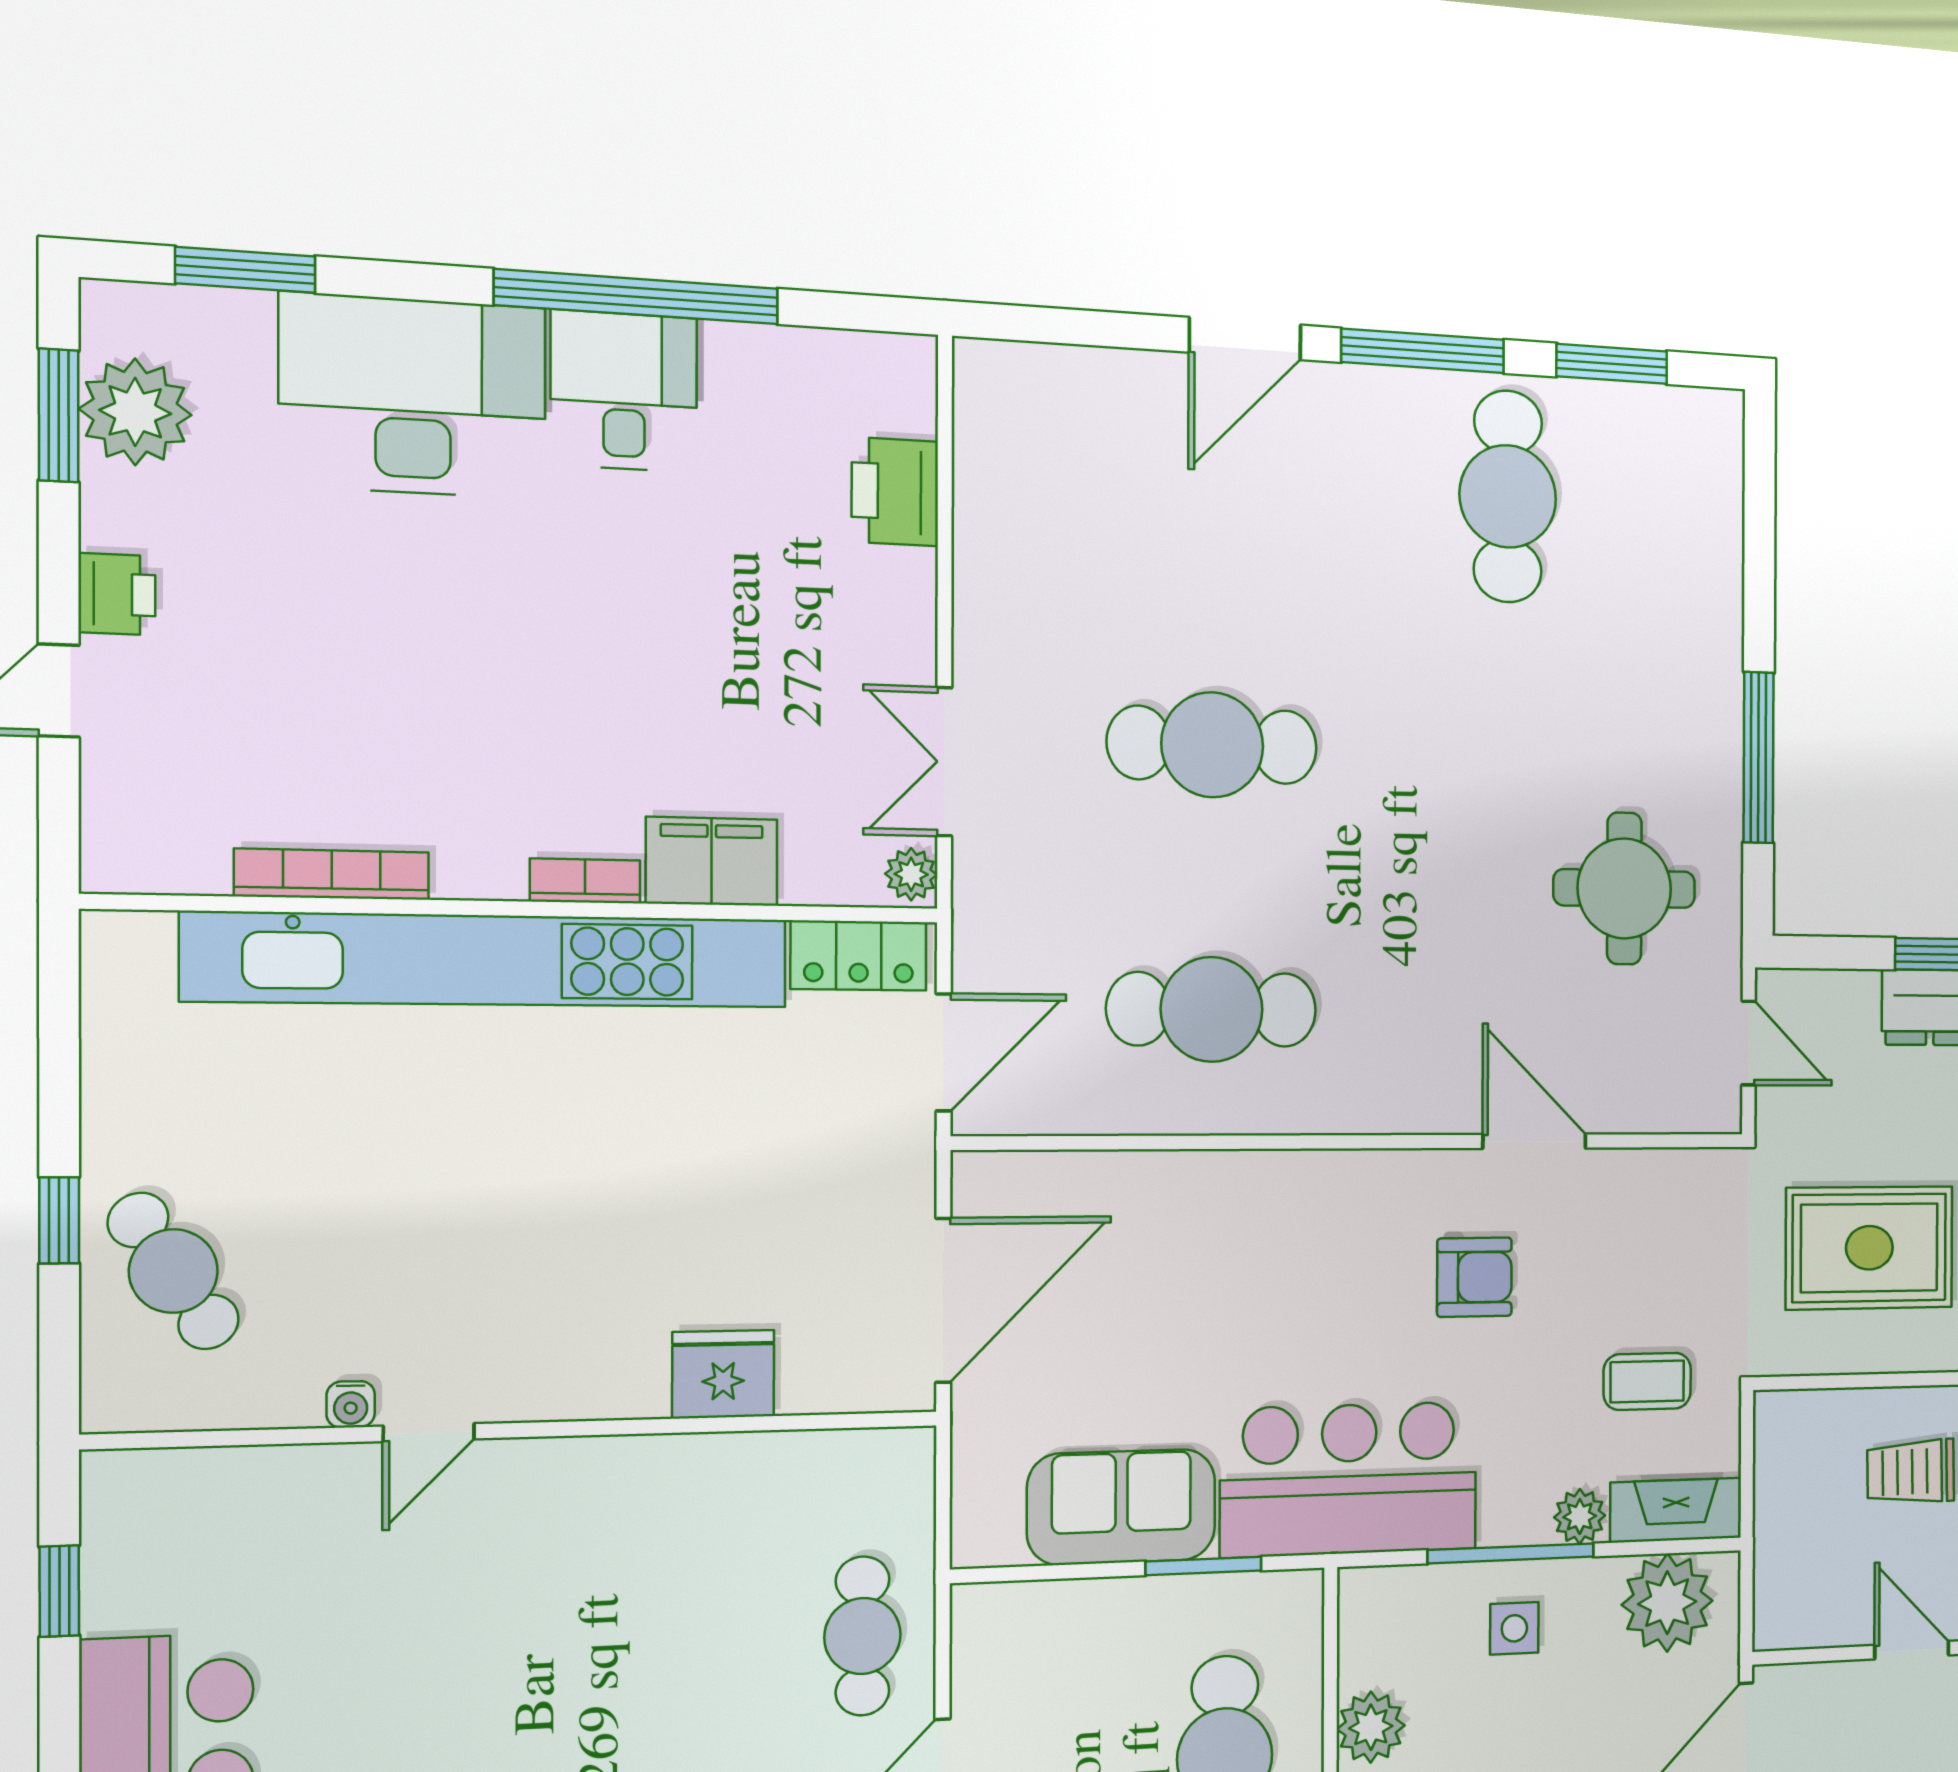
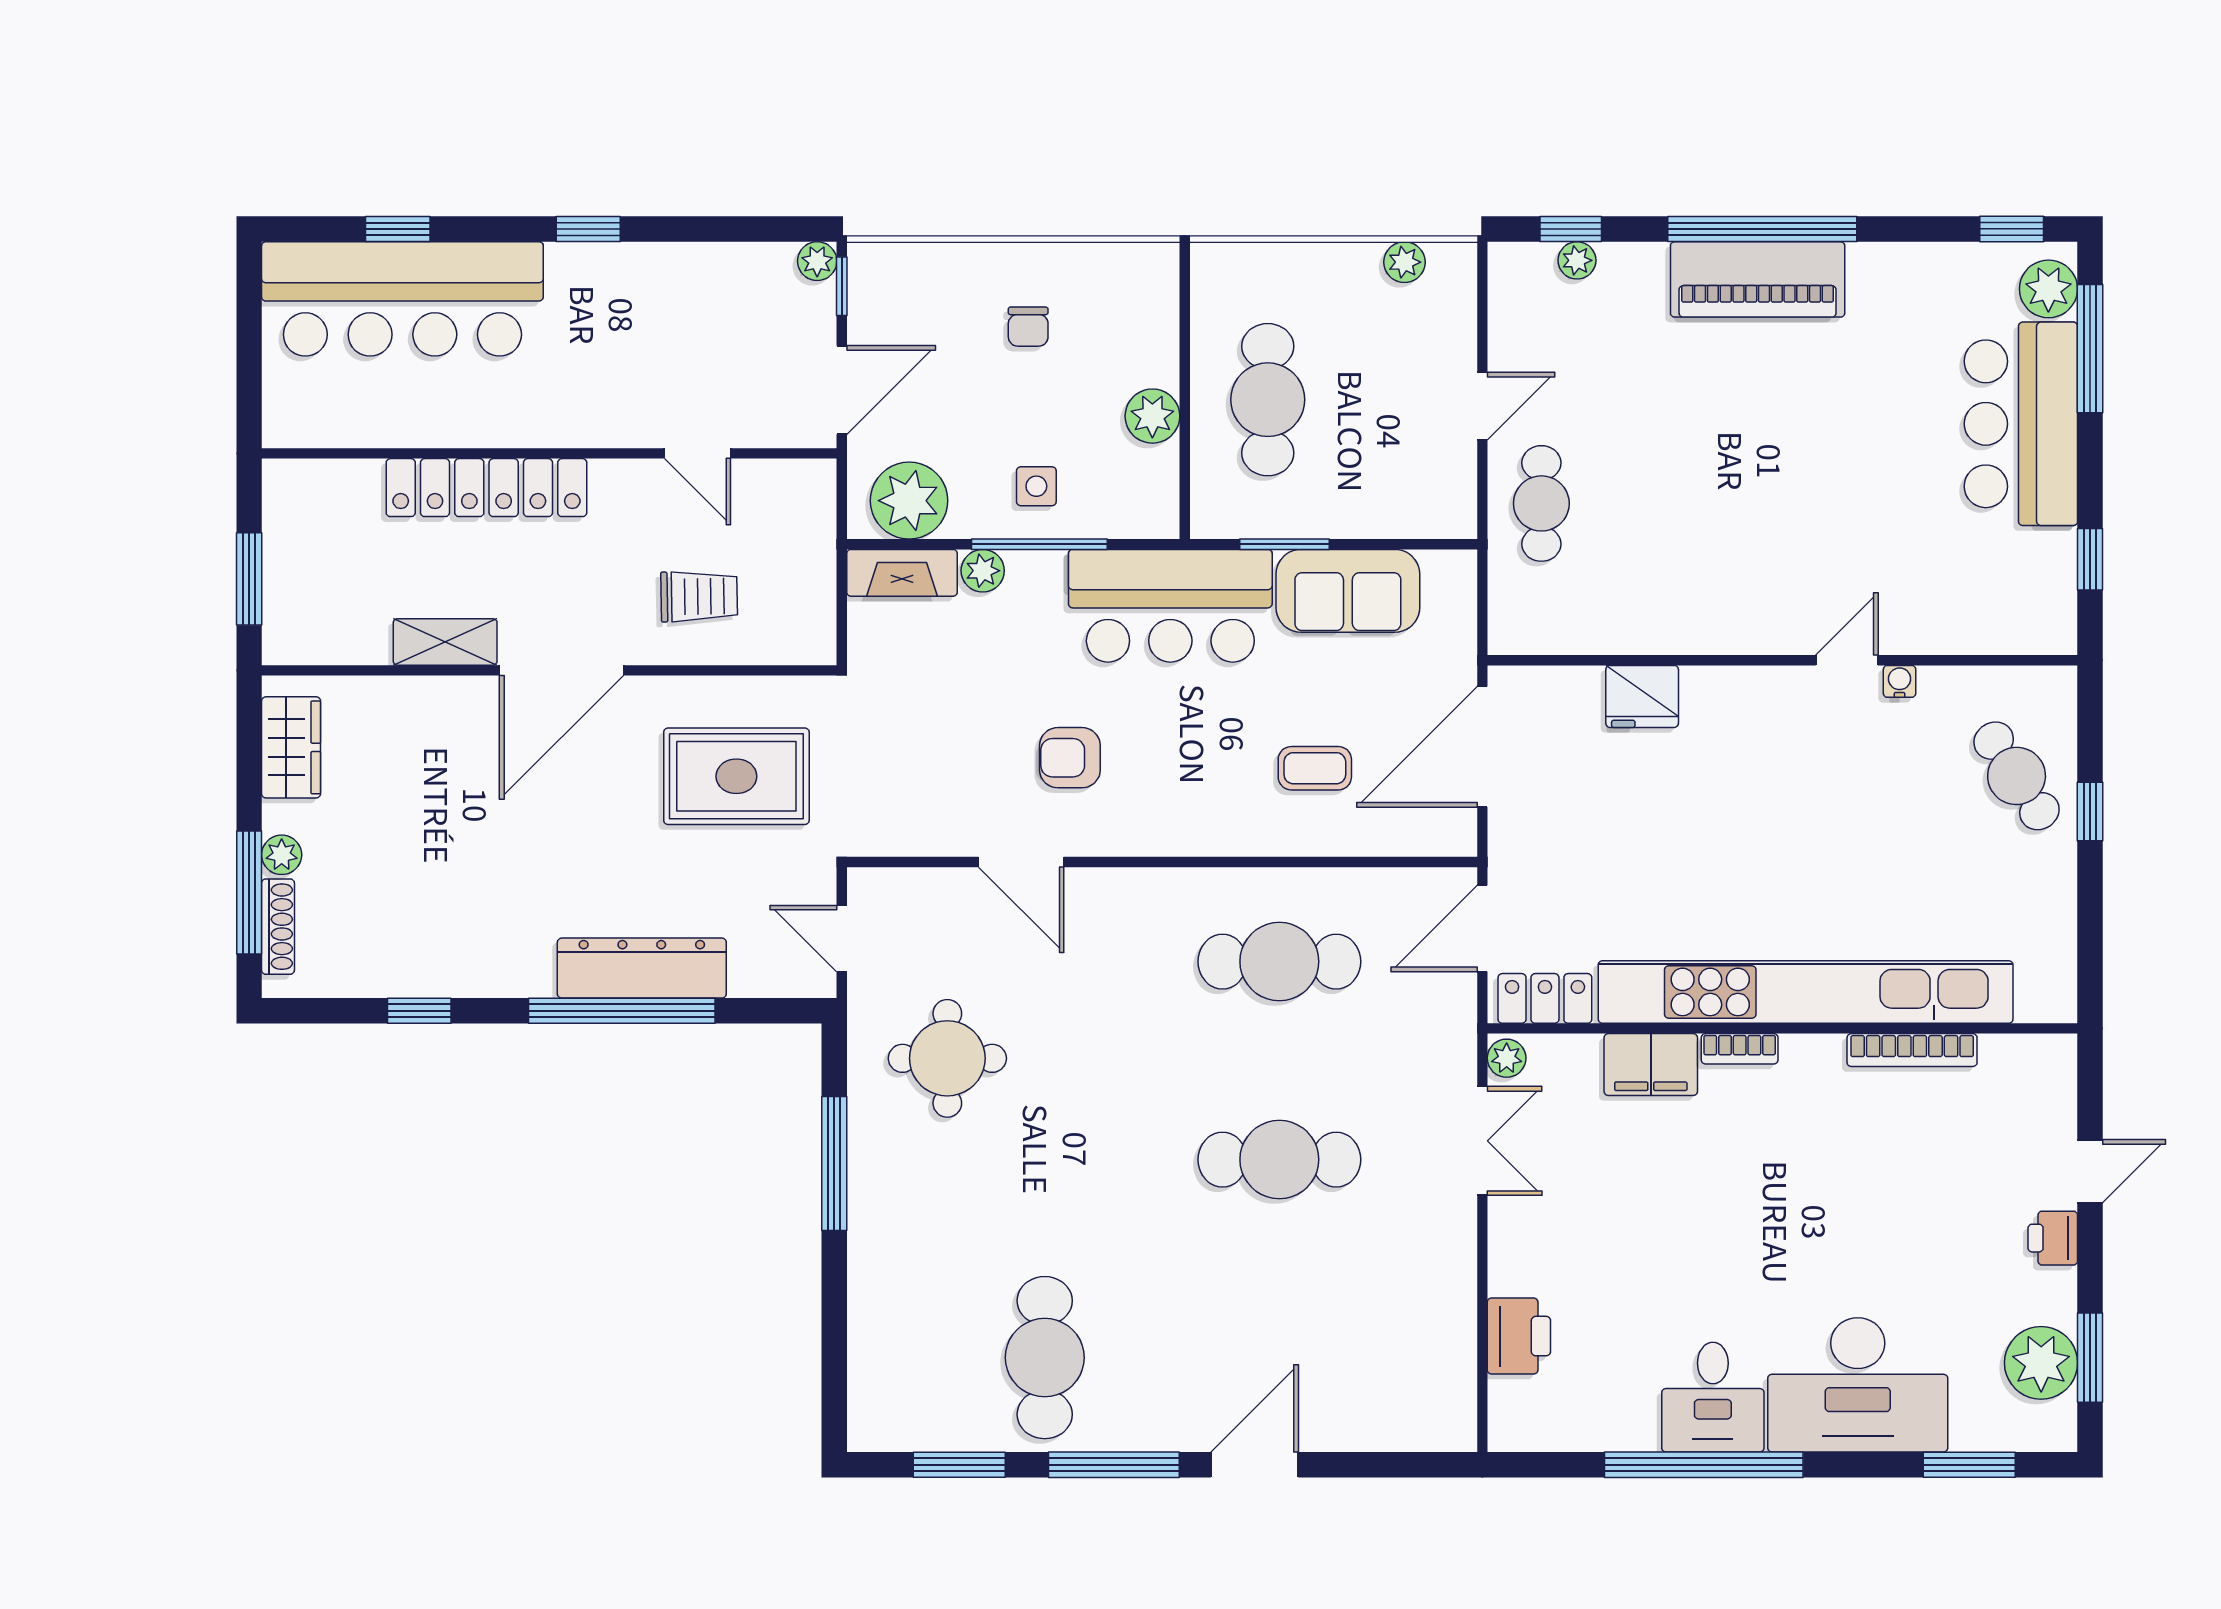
coffee table: (1647, 1381) -> (1315, 768), moved

